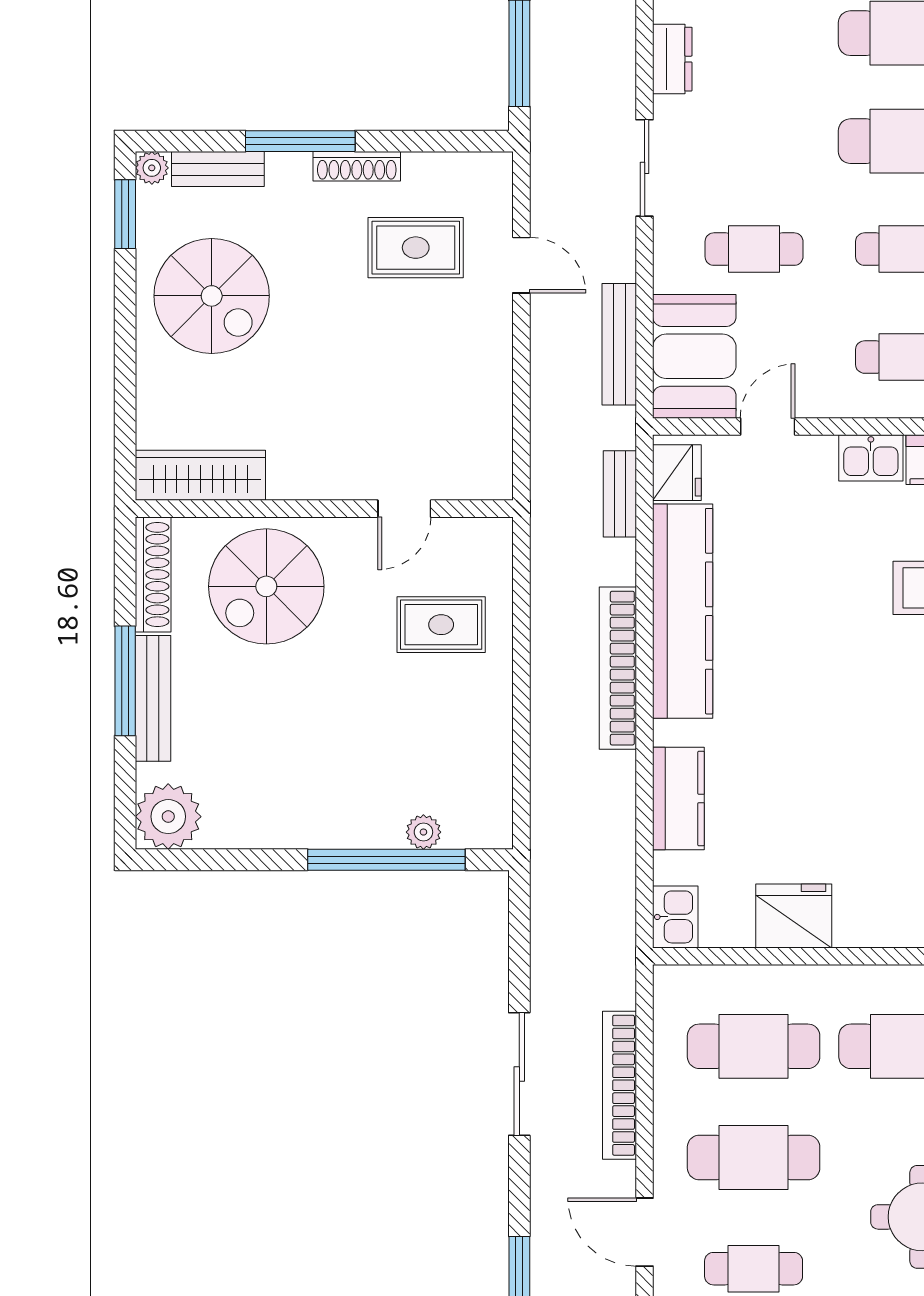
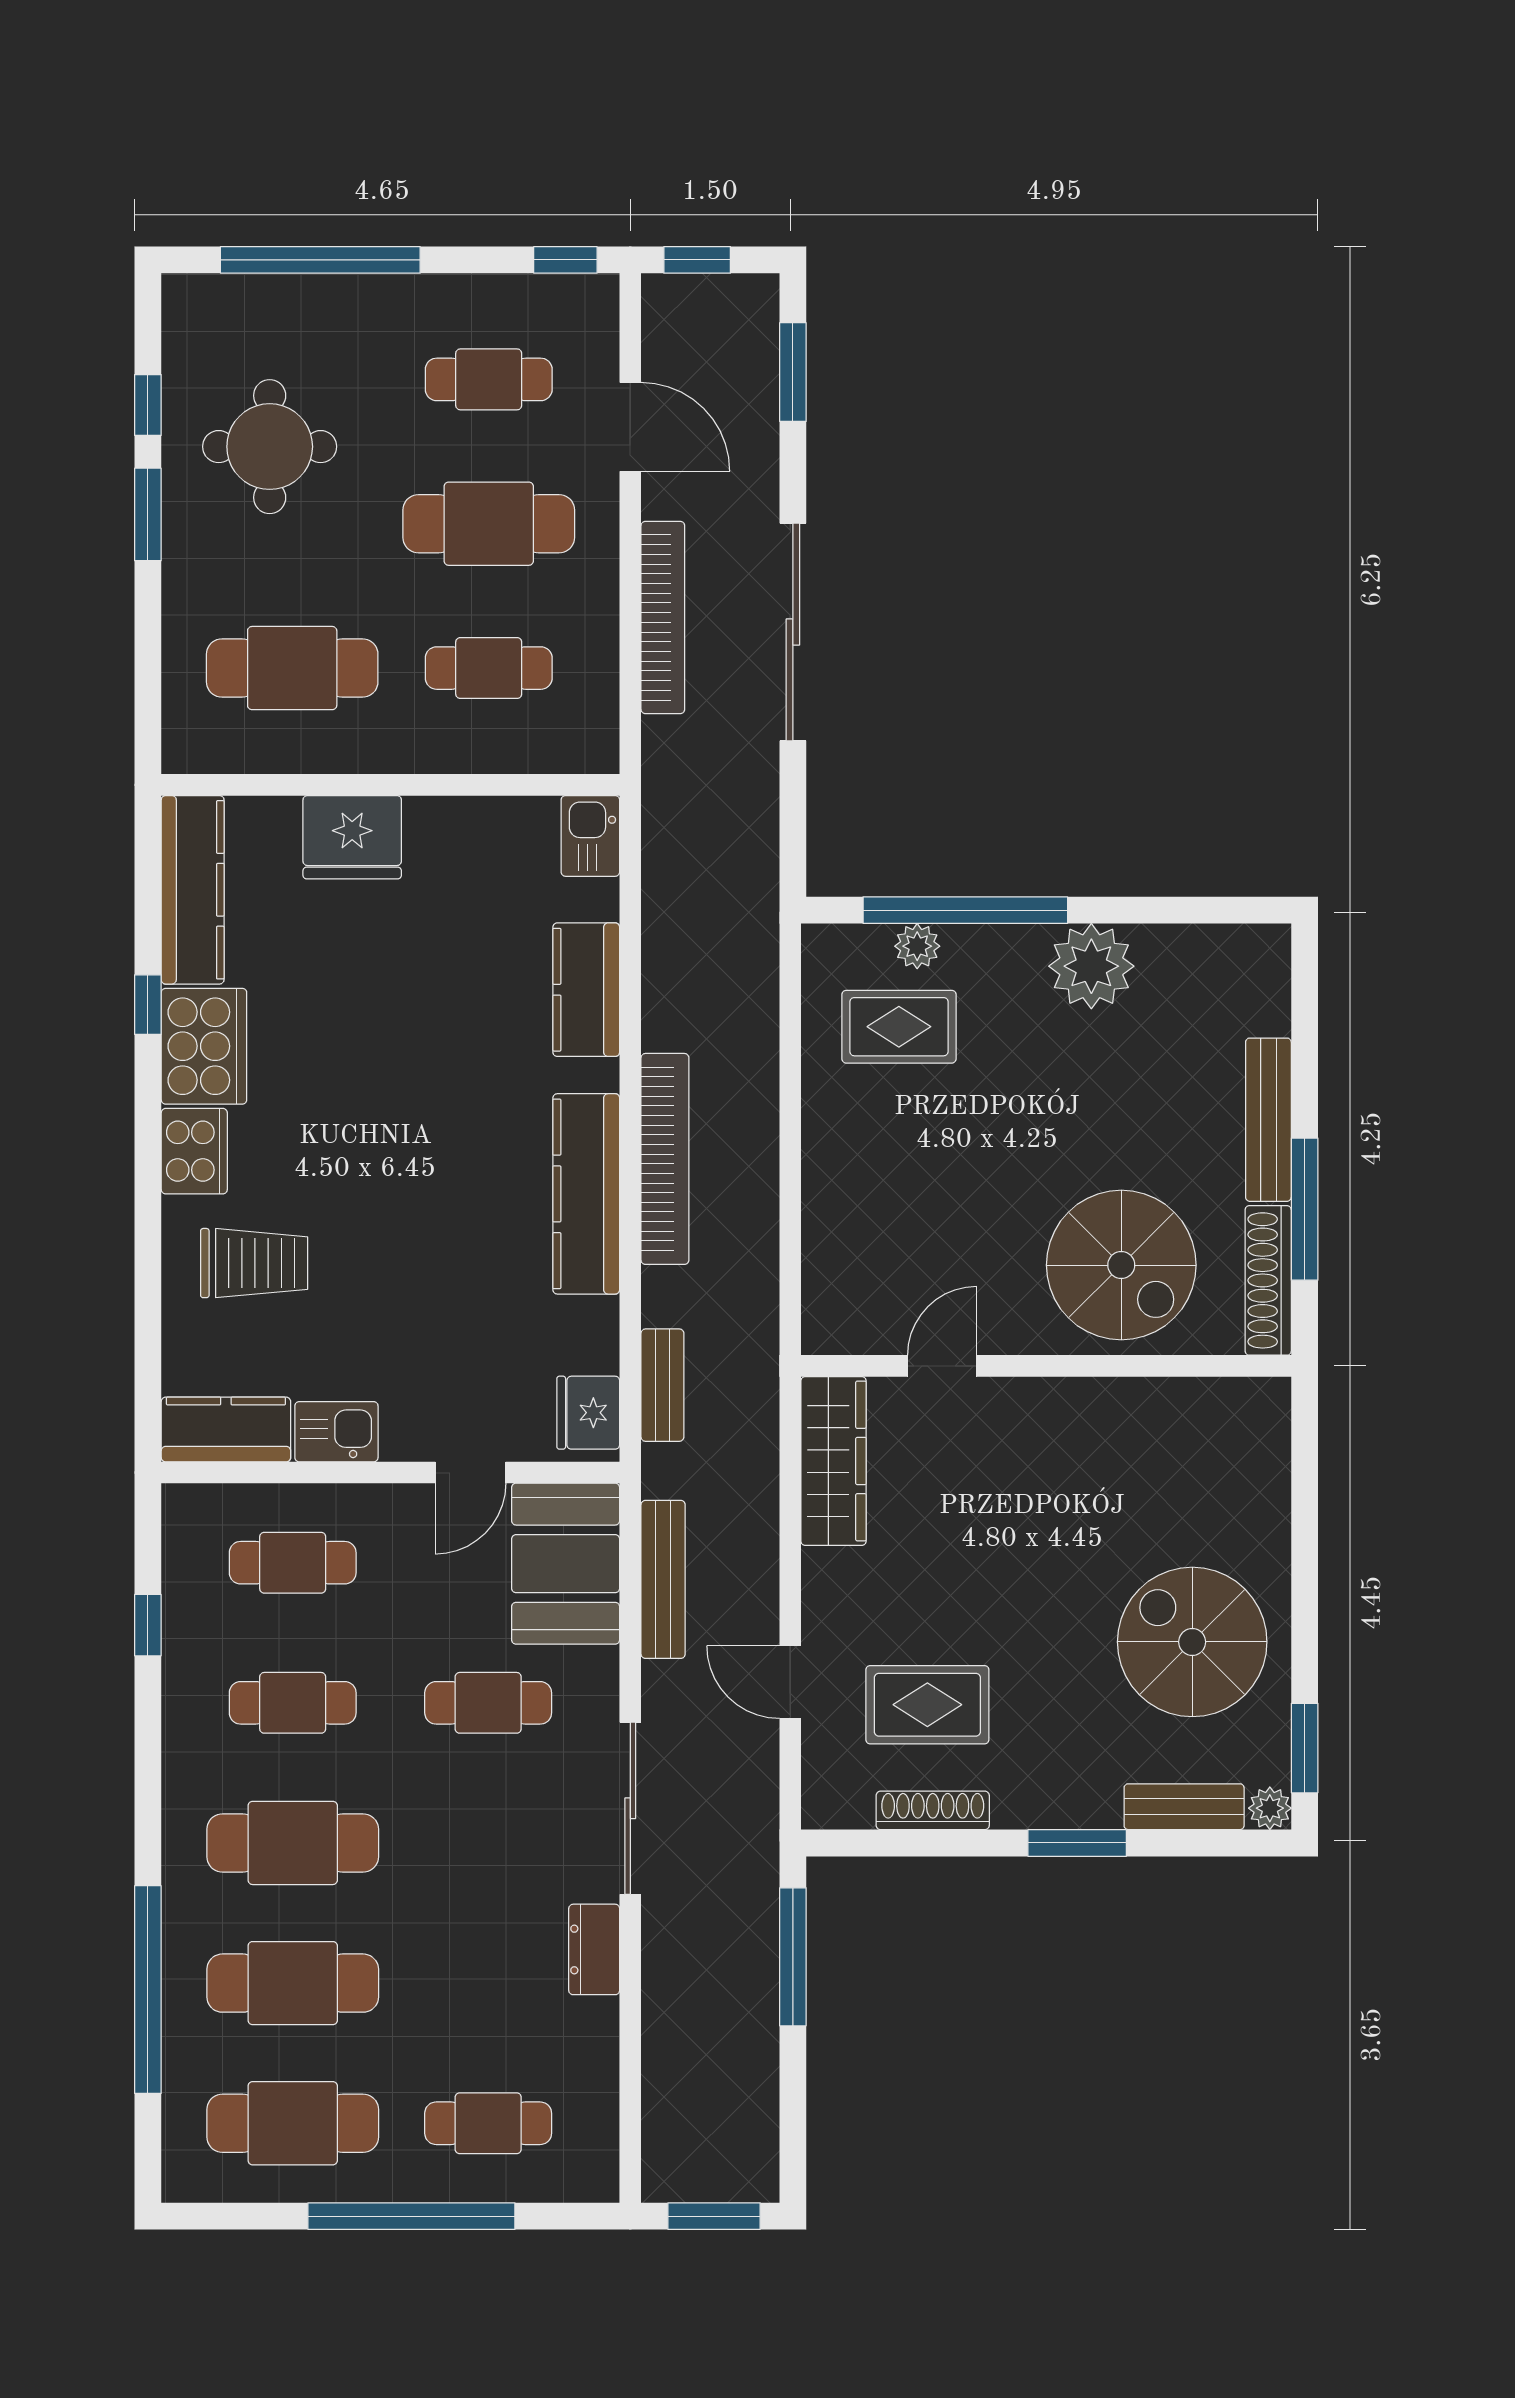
window: (300, 141) -> (1077, 1843), width x0.69
shoe rack: (357, 166) -> (933, 1810), moved
sliding door: (645, 168) -> (630, 1808), width x1.37
wardrobe: (200, 475) -> (834, 1461), moved, turned -90
spiral stairs: (266, 586) -> (1121, 1265), turned 90
kitchen counter: (683, 611) -> (586, 1194), width x0.72, depth x0.86
rug: (441, 625) -> (899, 1027), moved
window: (125, 681) -> (1305, 1209), moved
plant: (168, 817) -> (1091, 966), moved
fridge: (794, 916) -> (352, 837), moved
cafe table: (754, 1046) -> (489, 668), width x0.73, depth x0.74
sliding door: (519, 1074) -> (793, 632), width x1.36

